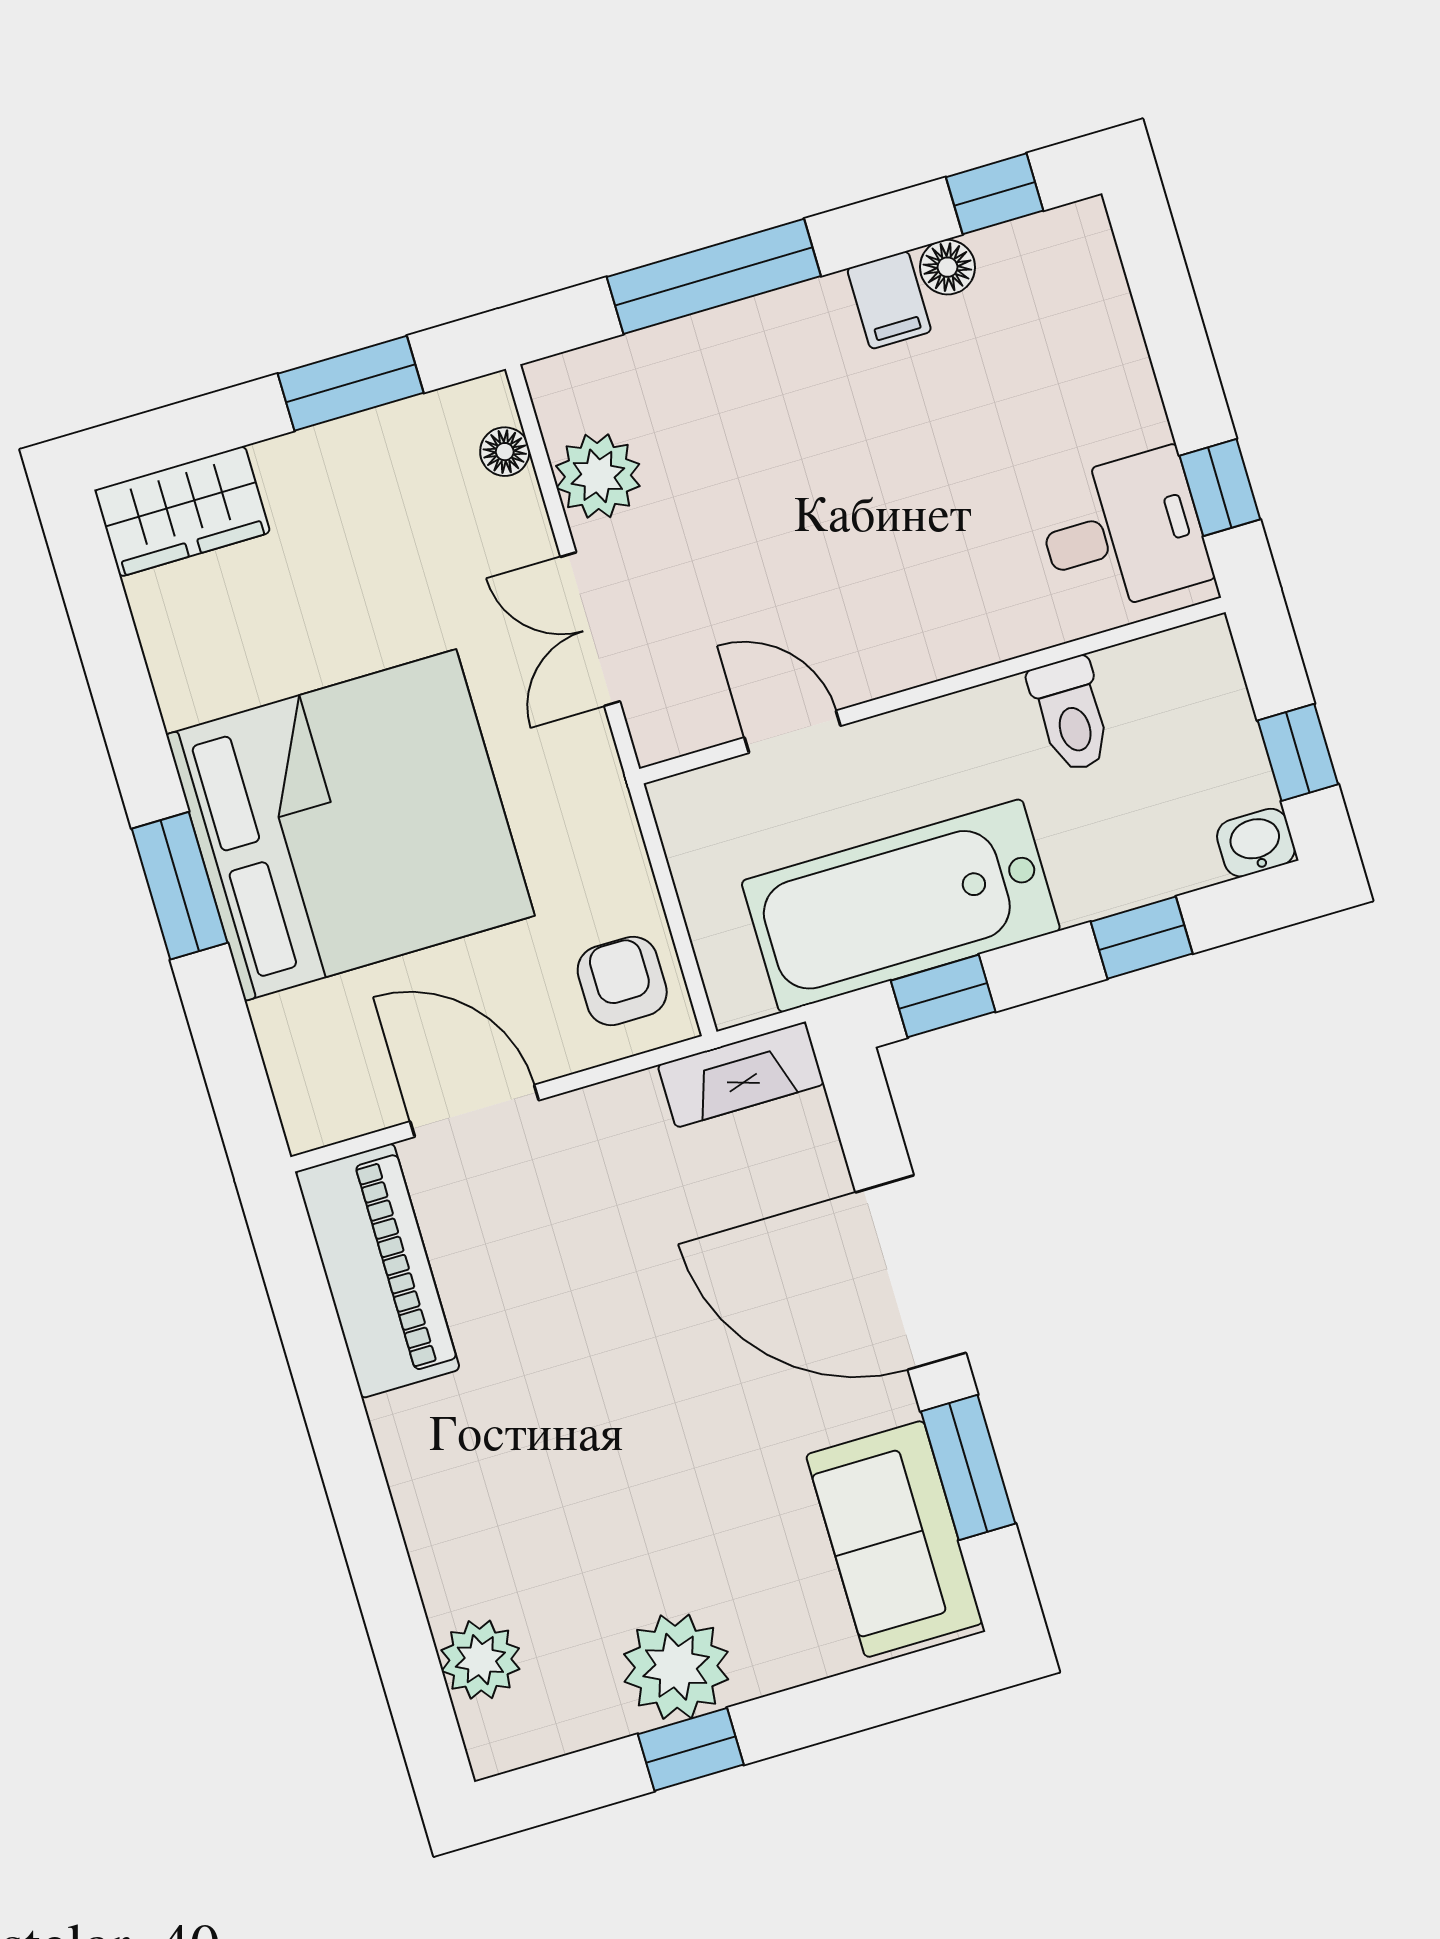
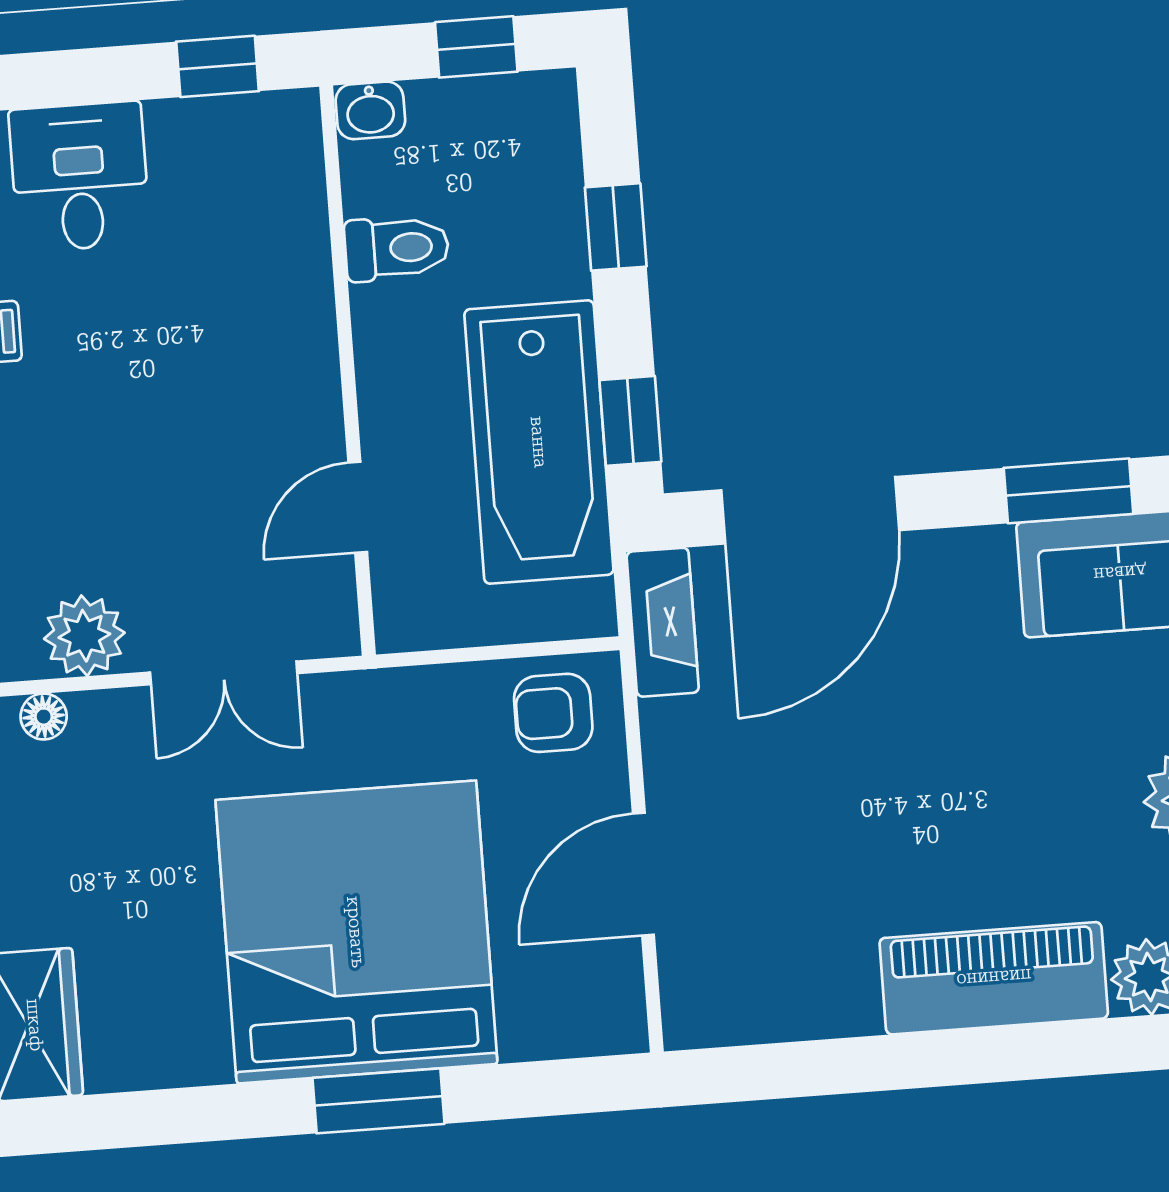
desk: (1123, 532) -> (80, 177), moved
washbasin: (1256, 843) -> (370, 110), moved, turned -90
piano: (377, 1271) -> (994, 978), moved
door: (911, 1273) -> (810, 510), moved

